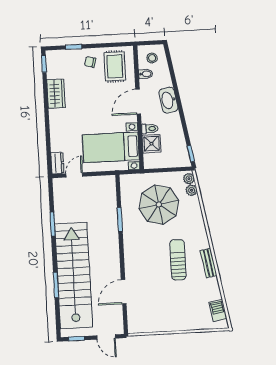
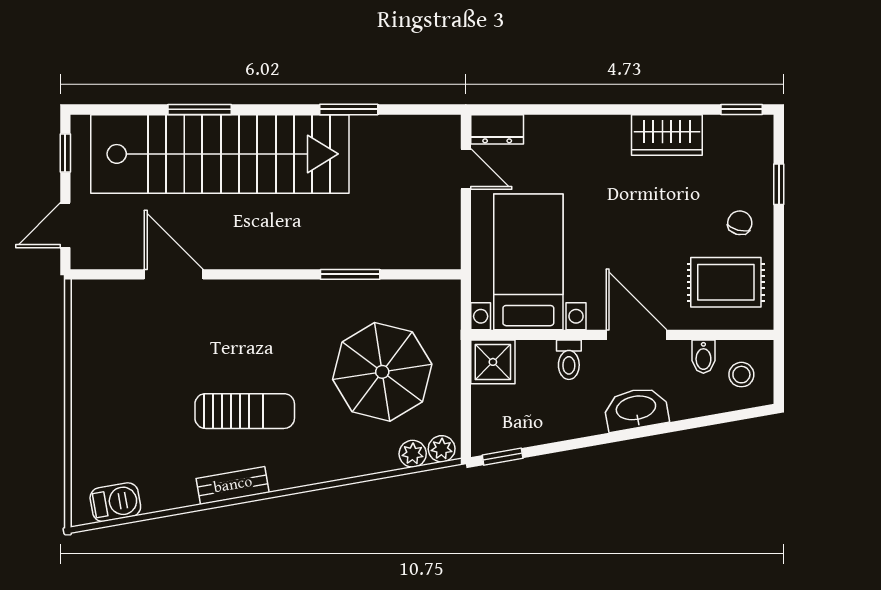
shower: (152, 144) -> (493, 362), moved

